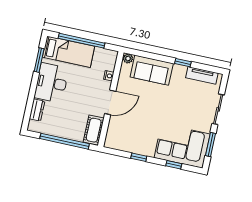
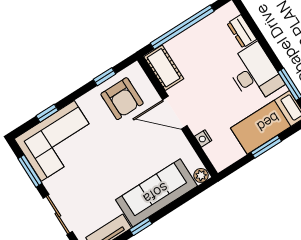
window: (82, 41) -> (266, 147), width x0.47
sofa: (152, 70) -> (156, 193), width x1.36
door: (110, 102) -> (175, 113), hinge flipped
armchair: (129, 135) -> (122, 99), added
window: (139, 157) -> (104, 77), moved

